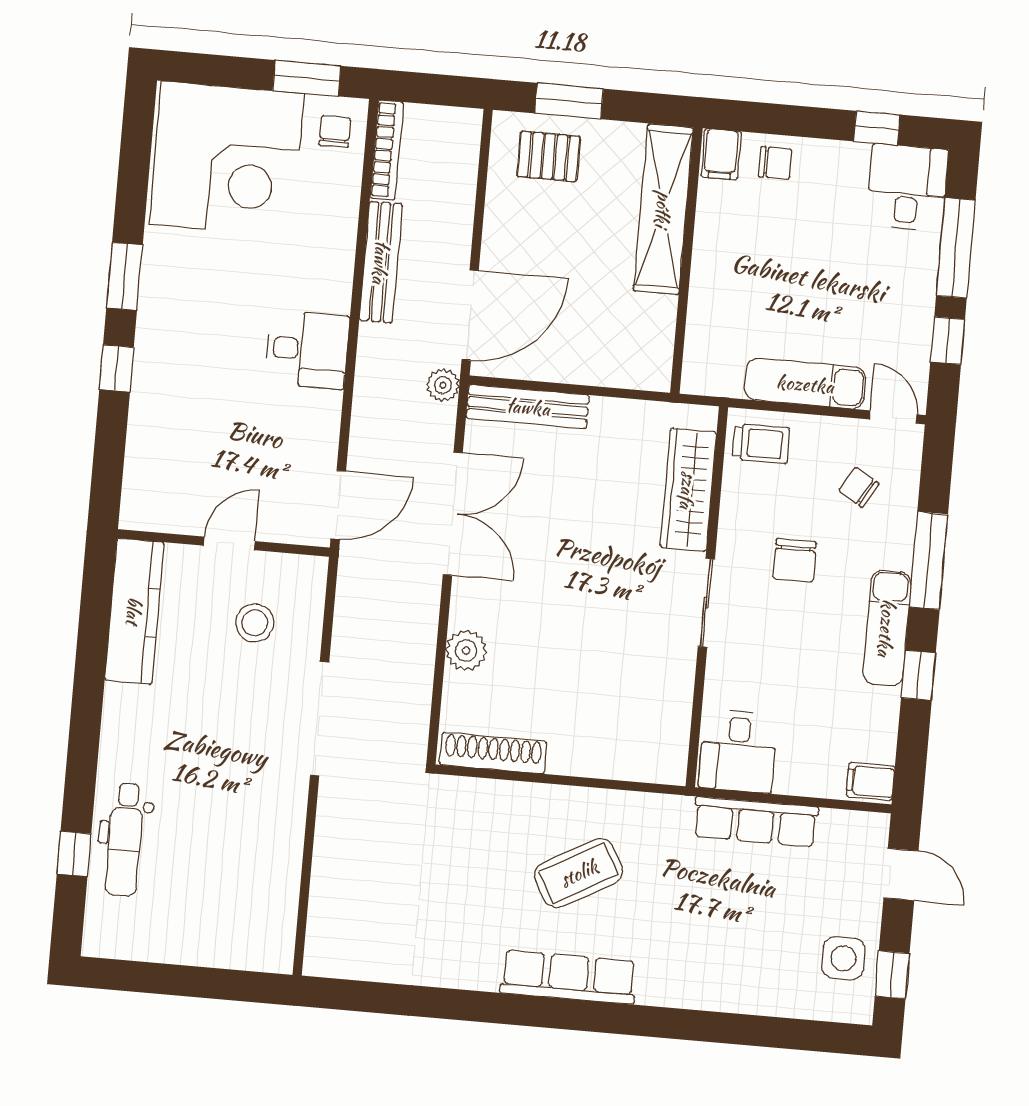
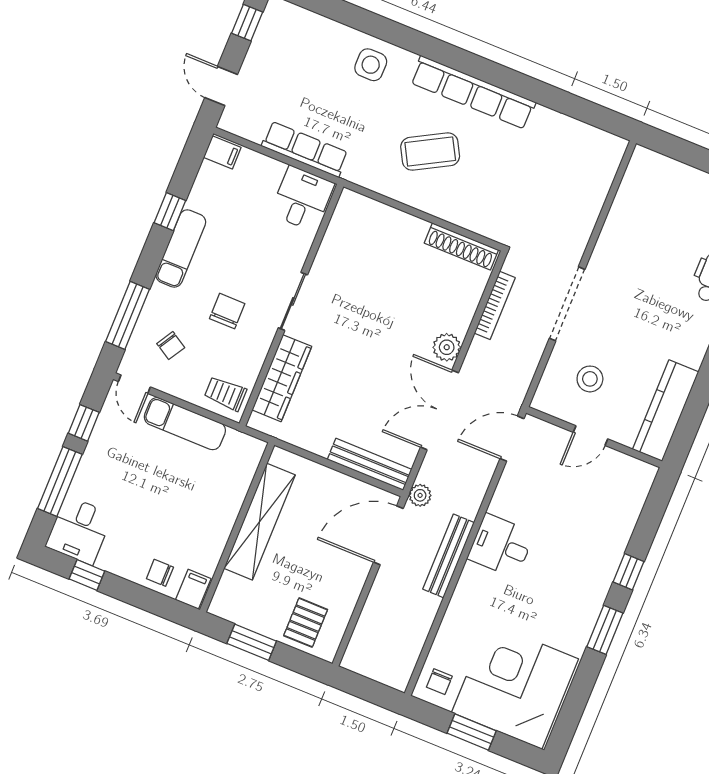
window: (307, 78) -> (472, 732), moved
window: (569, 101) -> (252, 642), moved
bookcase: (387, 150) -> (495, 305), moved, turned 180
pallet: (549, 156) -> (306, 623), turned 90
shelving: (663, 209) -> (260, 522), moved
bench: (381, 262) -> (449, 556), moved
window: (928, 561) -> (128, 315), moved
plant: (466, 650) -> (447, 347), moved
side table: (844, 958) -> (371, 65), moved
row of seats: (569, 977) -> (473, 92), width x1.36

